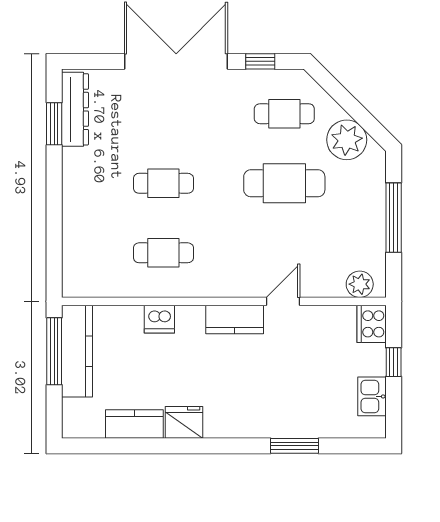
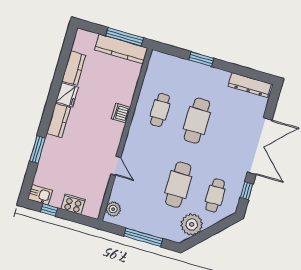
window: (54, 124) -> (201, 59), moved
cafe table: (163, 183) -> (197, 121), width x1.37, depth x1.35
dishwasher: (159, 319) -> (121, 113), moved
kitchen counter: (235, 320) -> (59, 121), moved, turned 180
cooker: (372, 324) -> (73, 204), moved
window: (394, 362) -> (49, 210), moved
kitchen sink: (372, 396) -> (40, 195), moved

